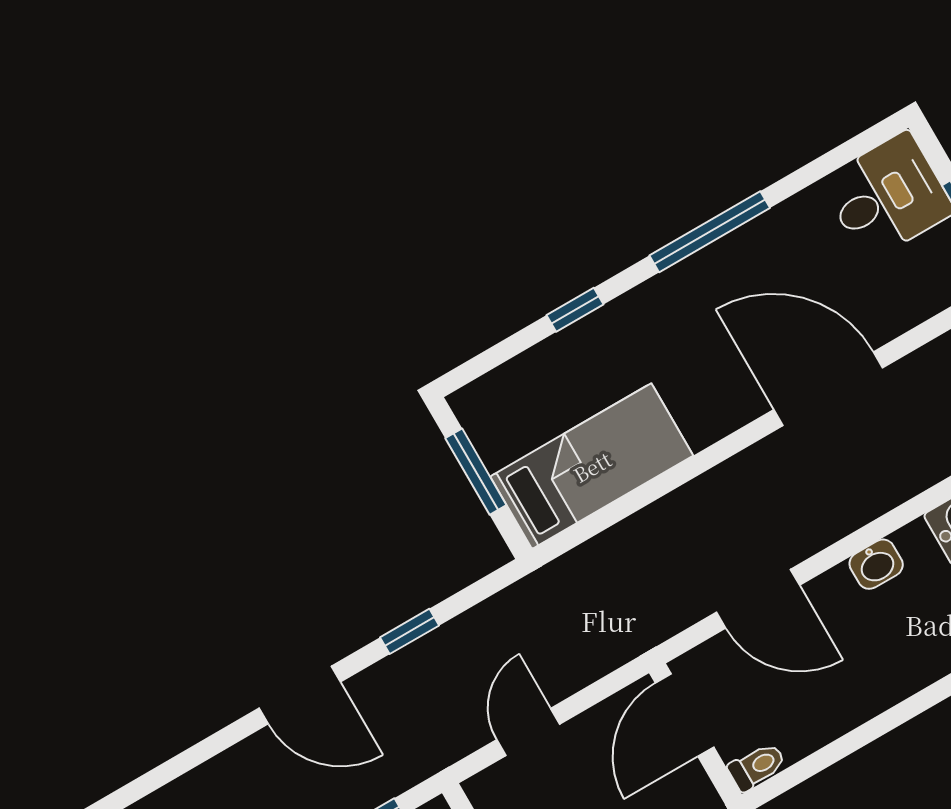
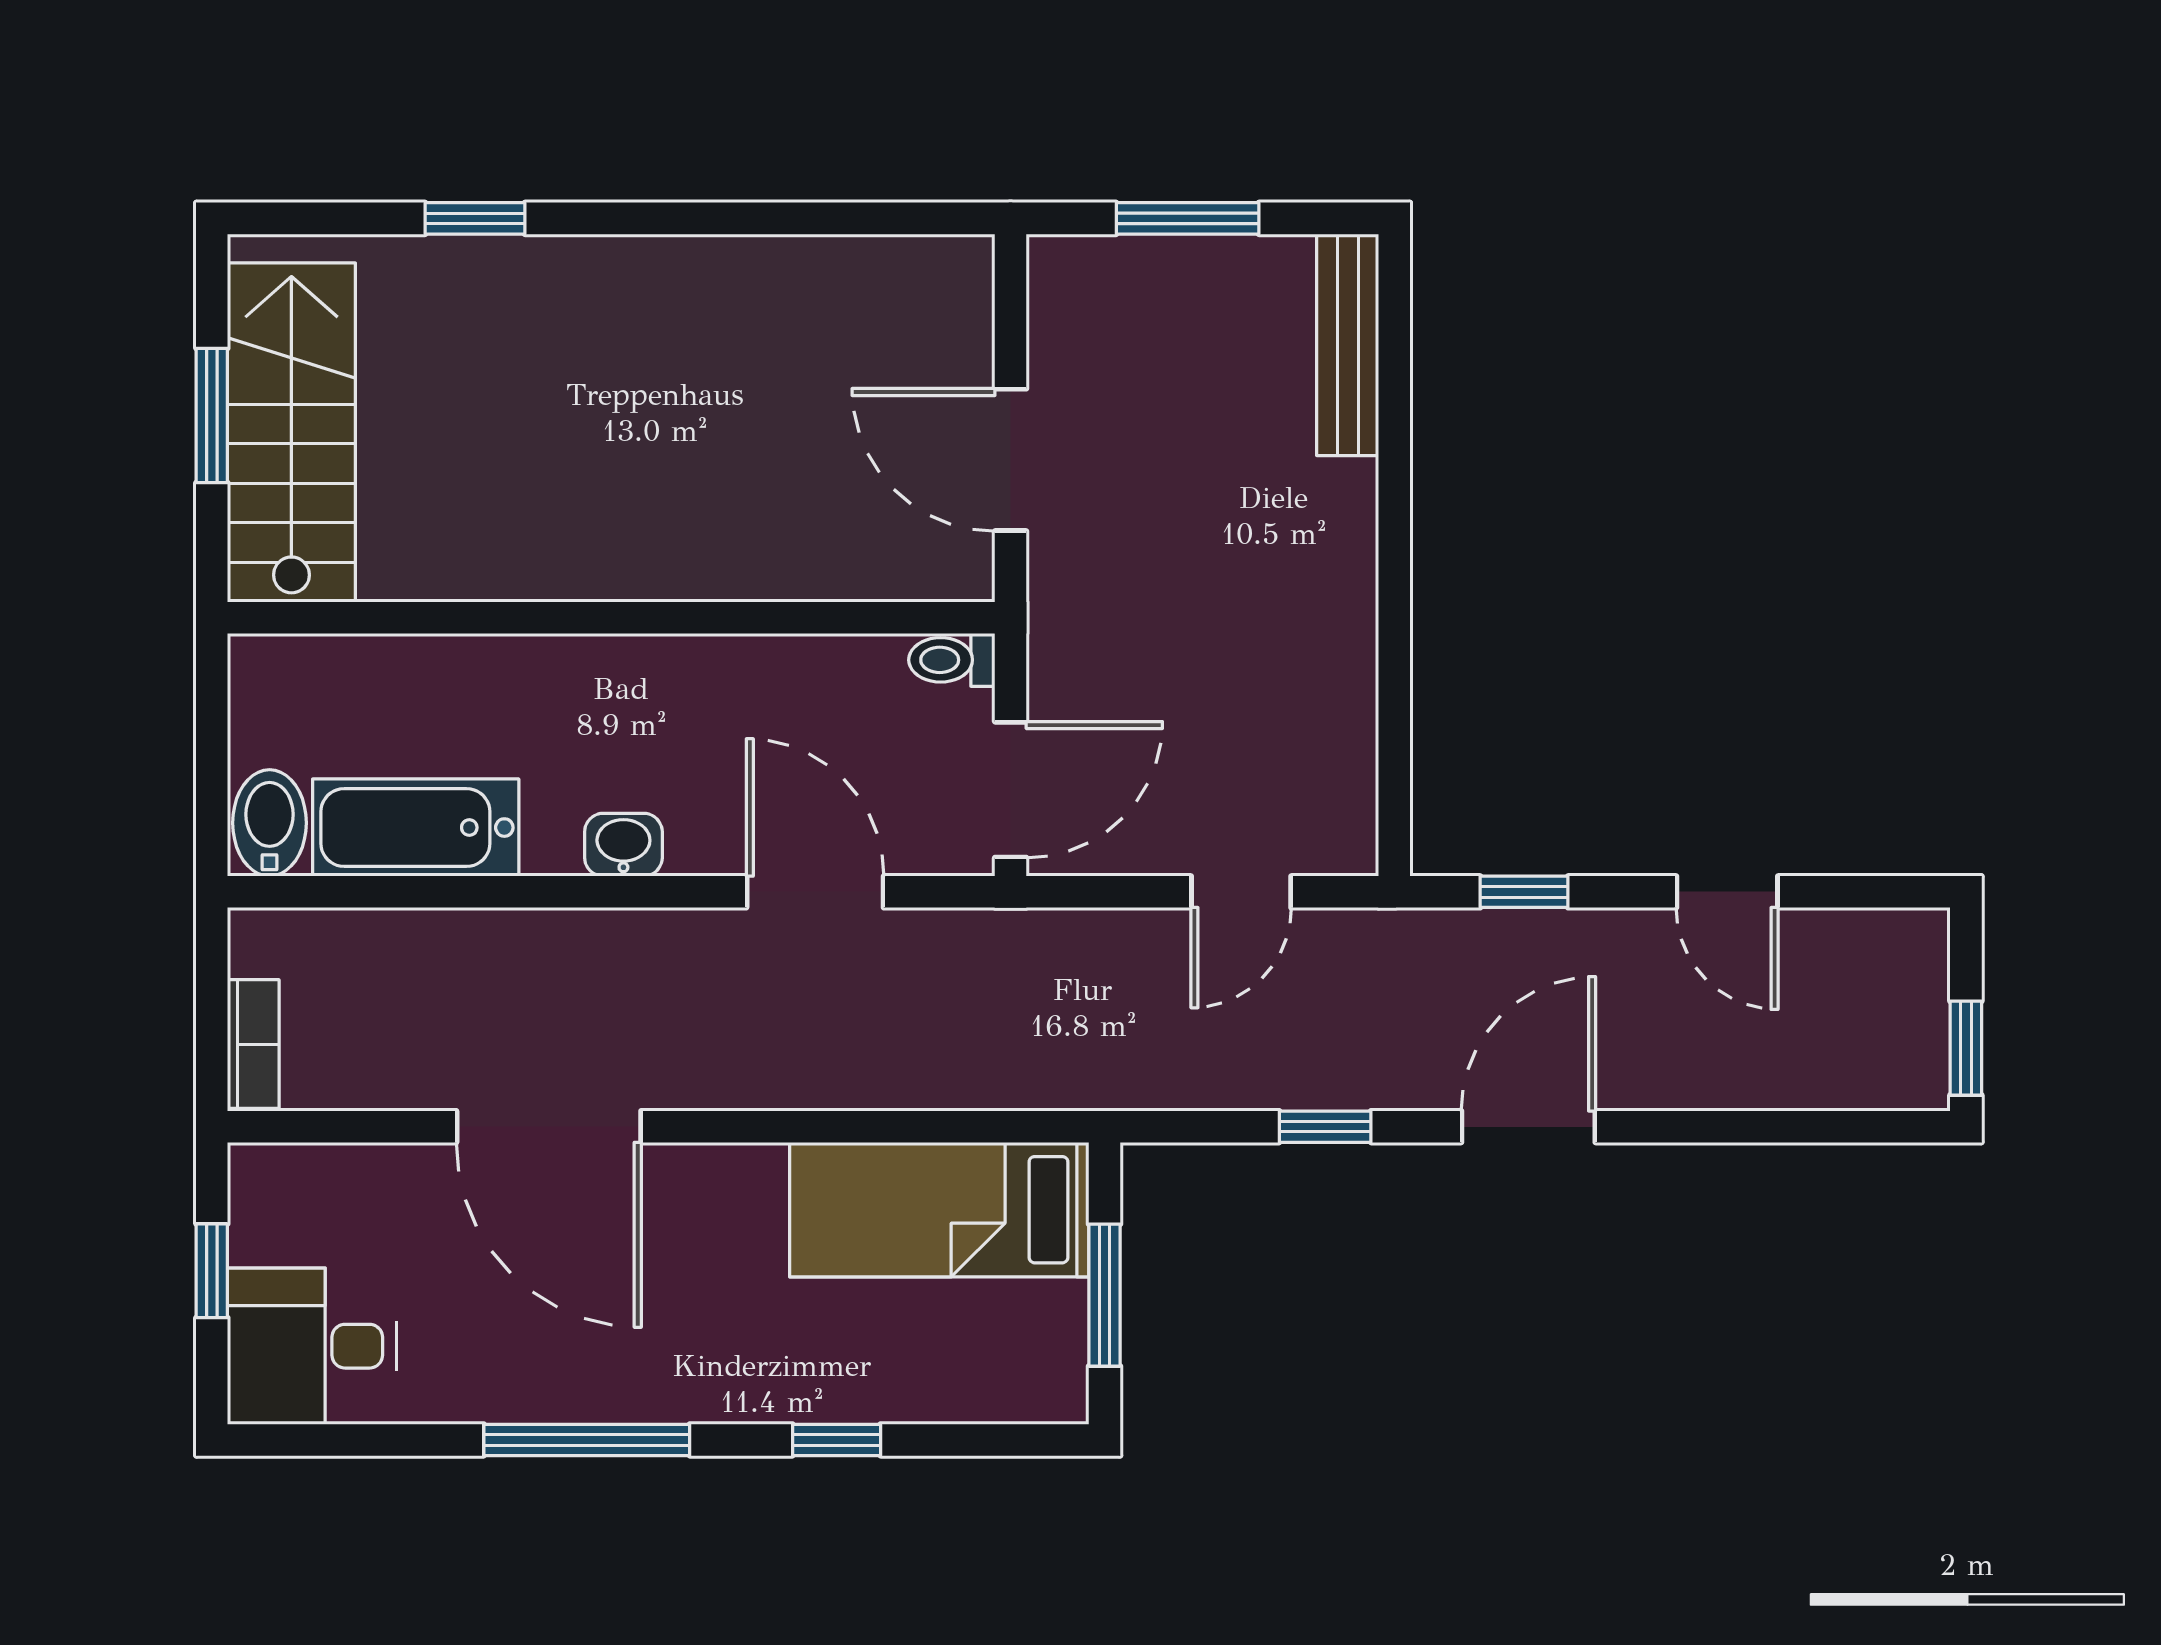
door: (300, 695) -> (1528, 1127), hinge flipped

